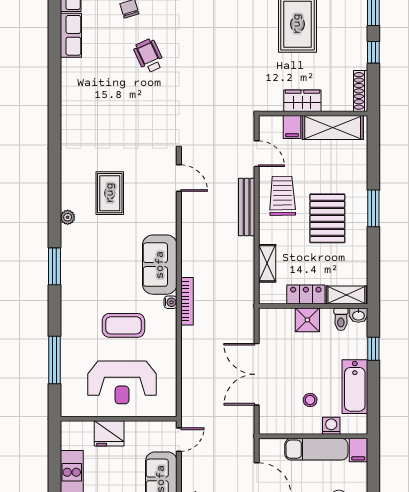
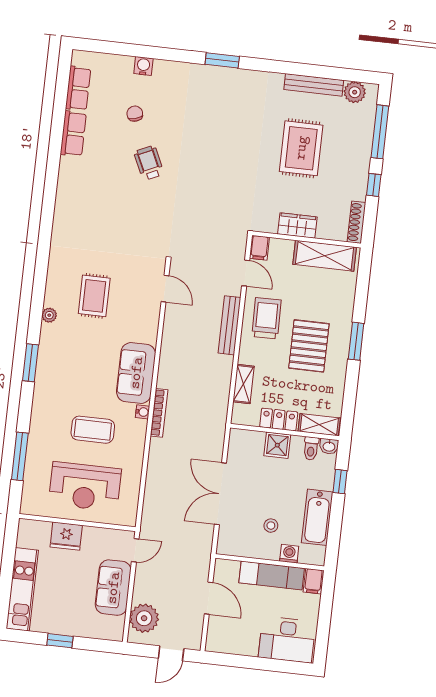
filing cabinet: (292, 127) -> (259, 248), moved

